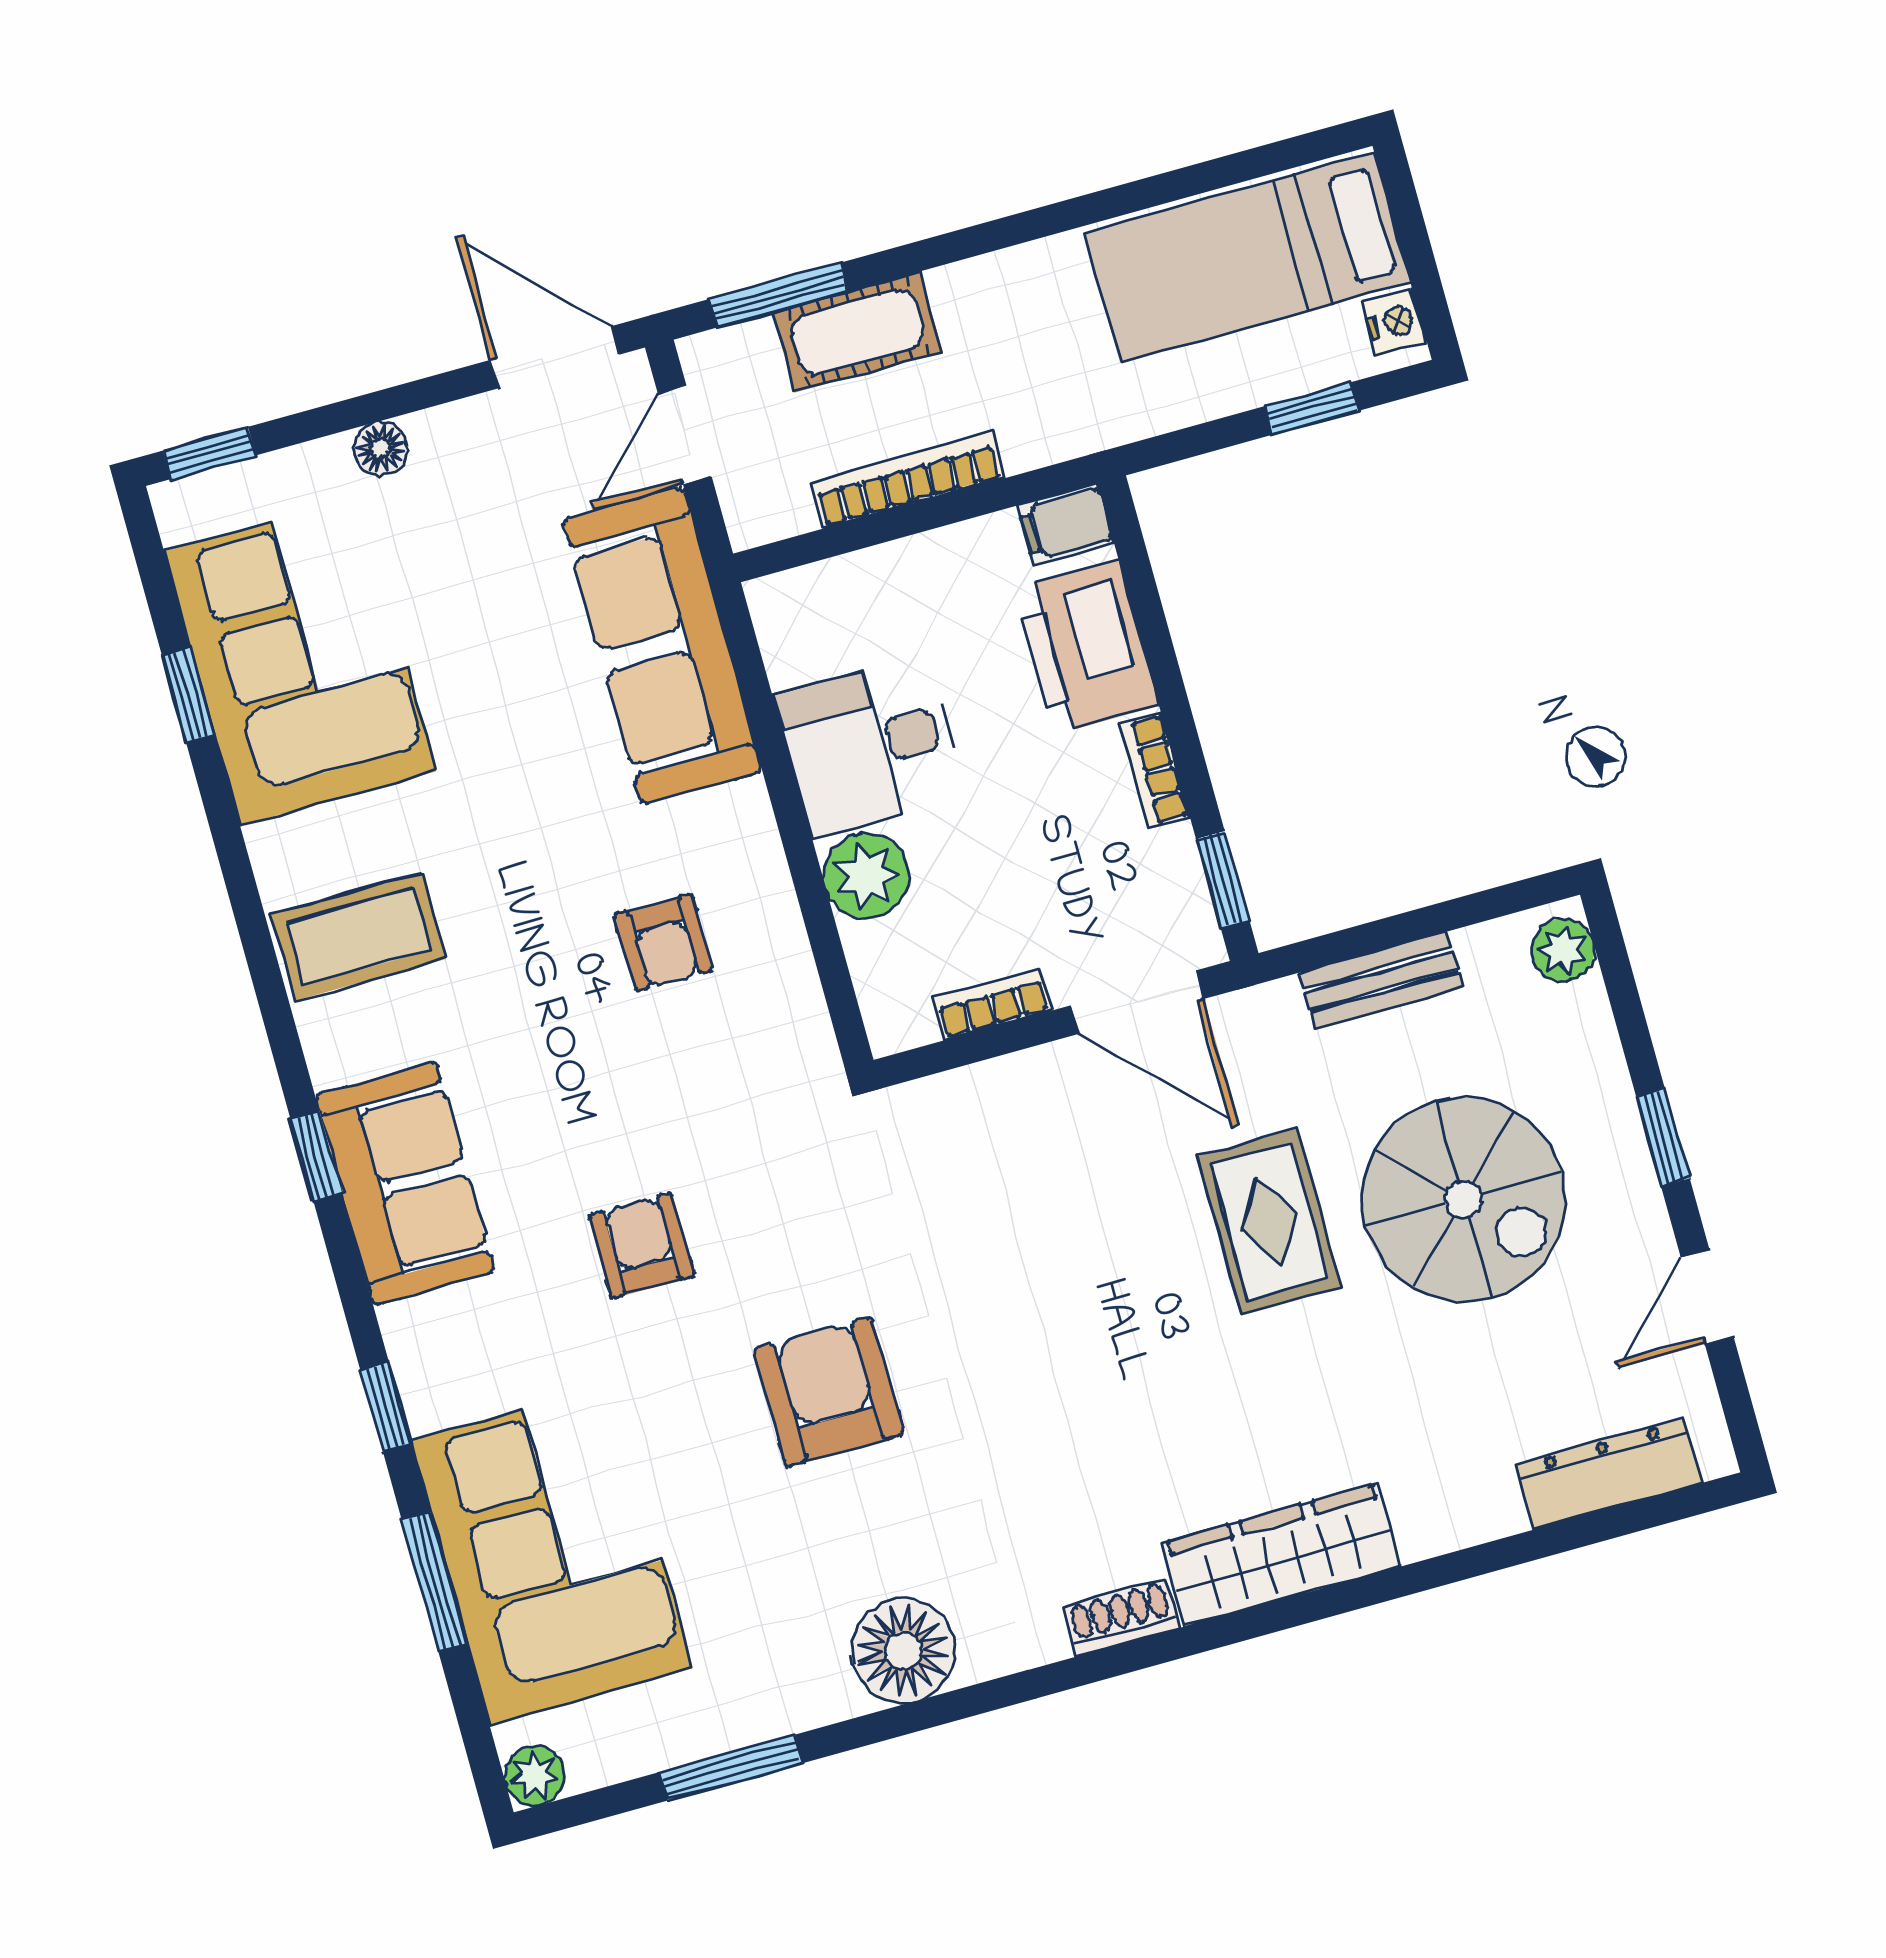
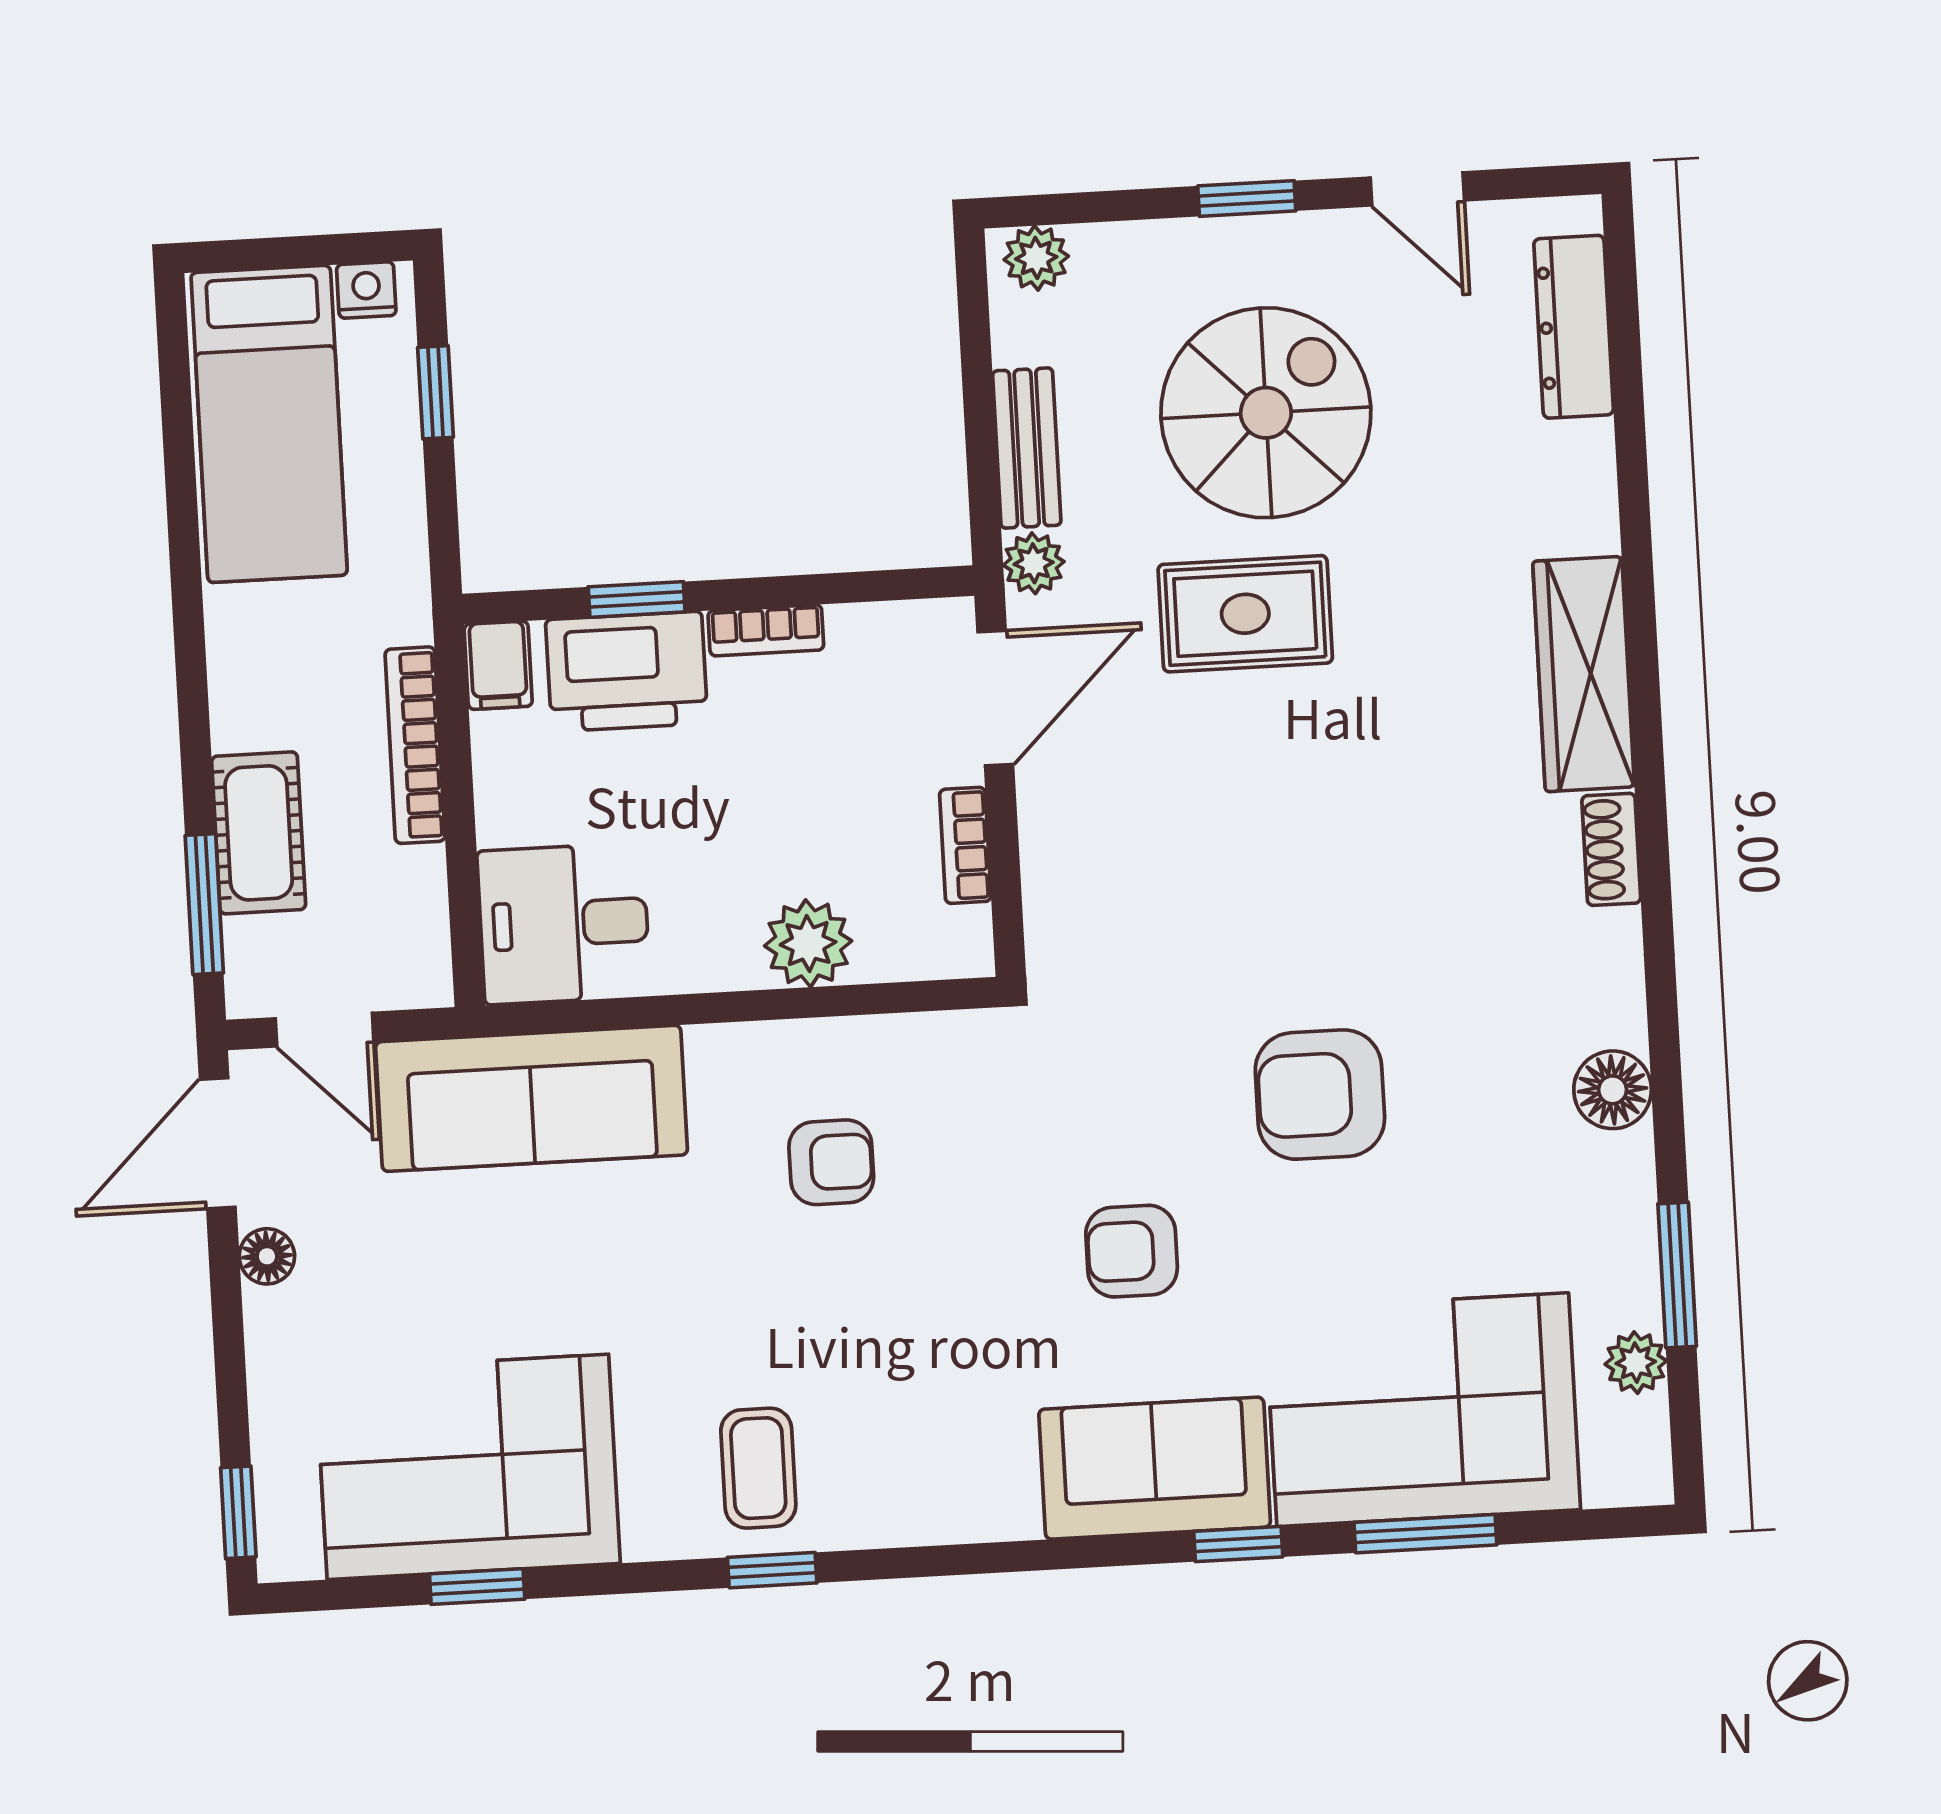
floor lamp: (381, 449) -> (267, 1256), moved
bookcase: (907, 480) -> (415, 745), moved
desk: (870, 747) -> (564, 924), moved, turned 90
window: (1223, 880) -> (637, 599), moved
coffee table: (359, 937) -> (758, 1468), width x0.73, depth x0.77
plant: (1273, 1011) -> (1034, 563), added
window: (316, 1156) -> (772, 1570), moved
sofa: (405, 1183) -> (1155, 1468), moved
floor lamp: (904, 1651) -> (1613, 1090), width x0.73, depth x0.73
plant: (535, 1776) -> (1636, 1363), moved

